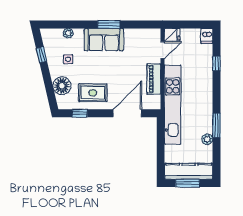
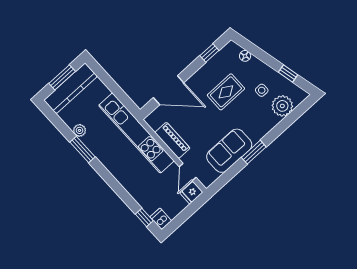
plant: (68, 33) -> (282, 106), width x1.87, depth x1.87
sofa: (104, 40) -> (229, 151), moved
window: (216, 64) -> (144, 217), moved
floor lamp: (62, 86) -> (245, 56), width x0.53, depth x0.53
rug: (93, 93) -> (226, 92), moved
door: (127, 113) -> (169, 90), hinge flipped

